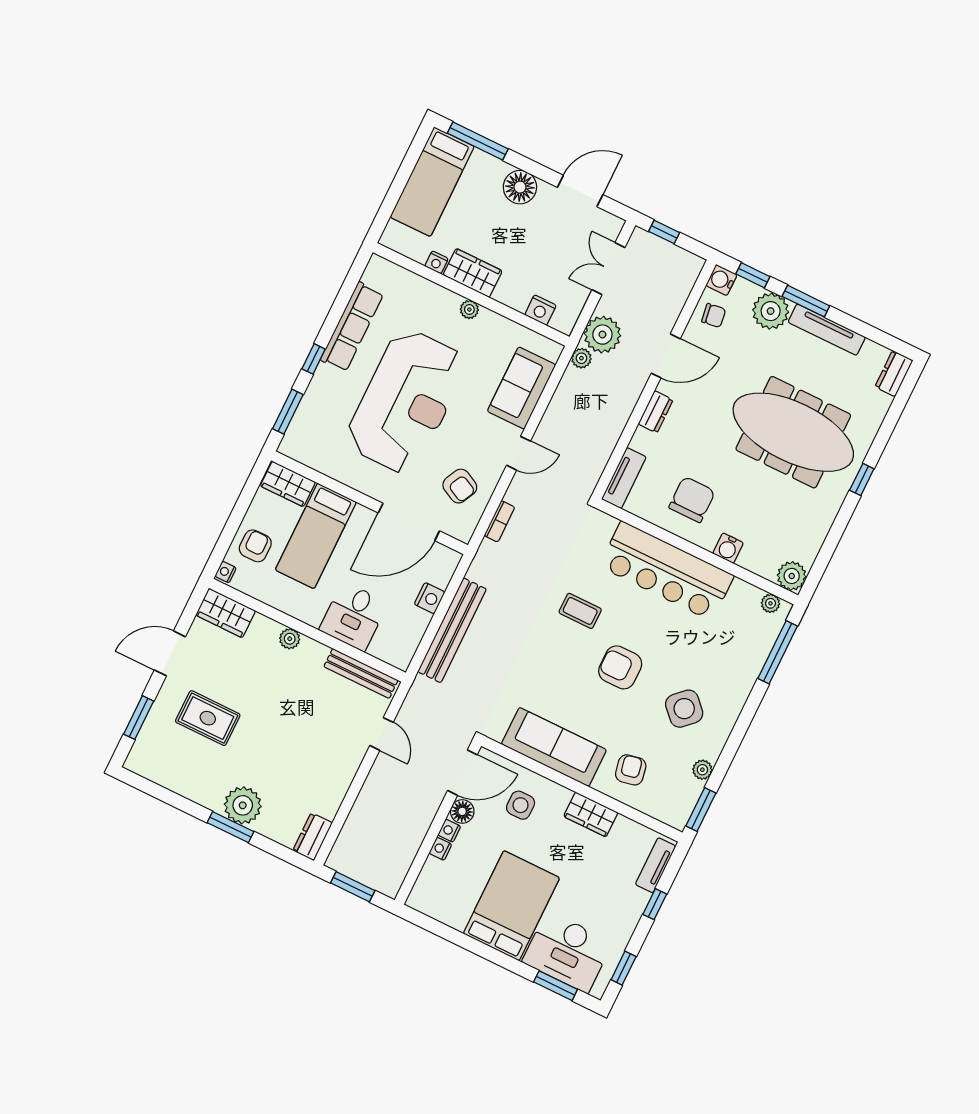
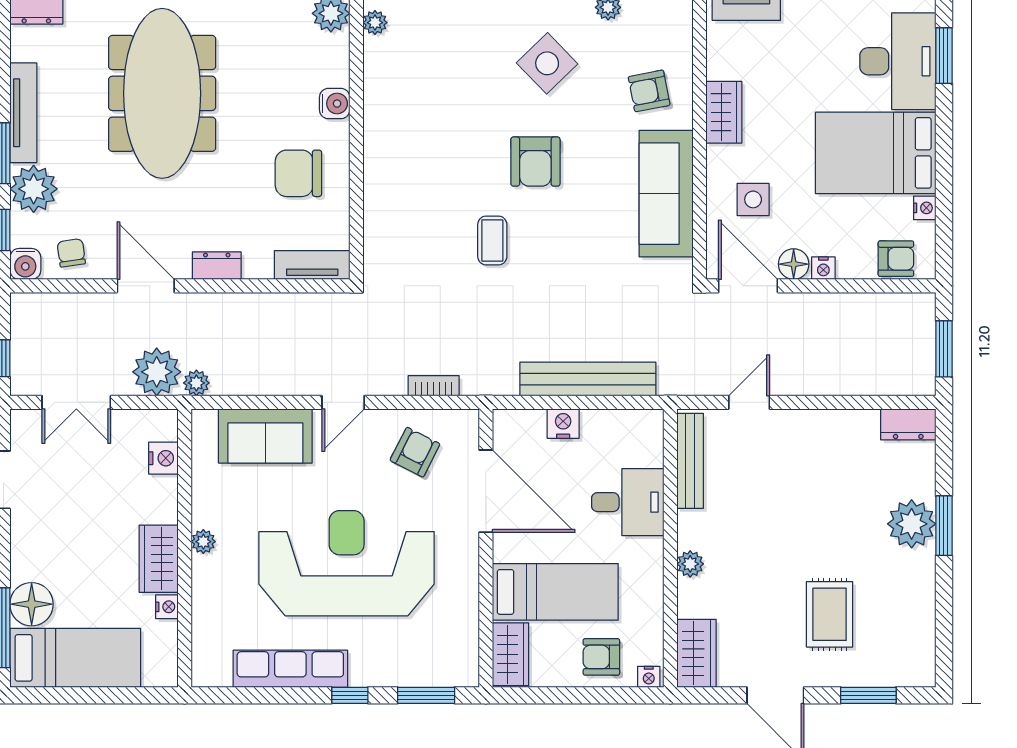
floor lamp: (520, 187) -> (32, 604), moved
door: (518, 453) -> (343, 402), swing flipped
bar counter: (667, 571) -> (396, 162), removed
nightstand: (440, 849) -> (925, 208), moved, turned -90
armchair: (431, 884) -> (896, 259), added

